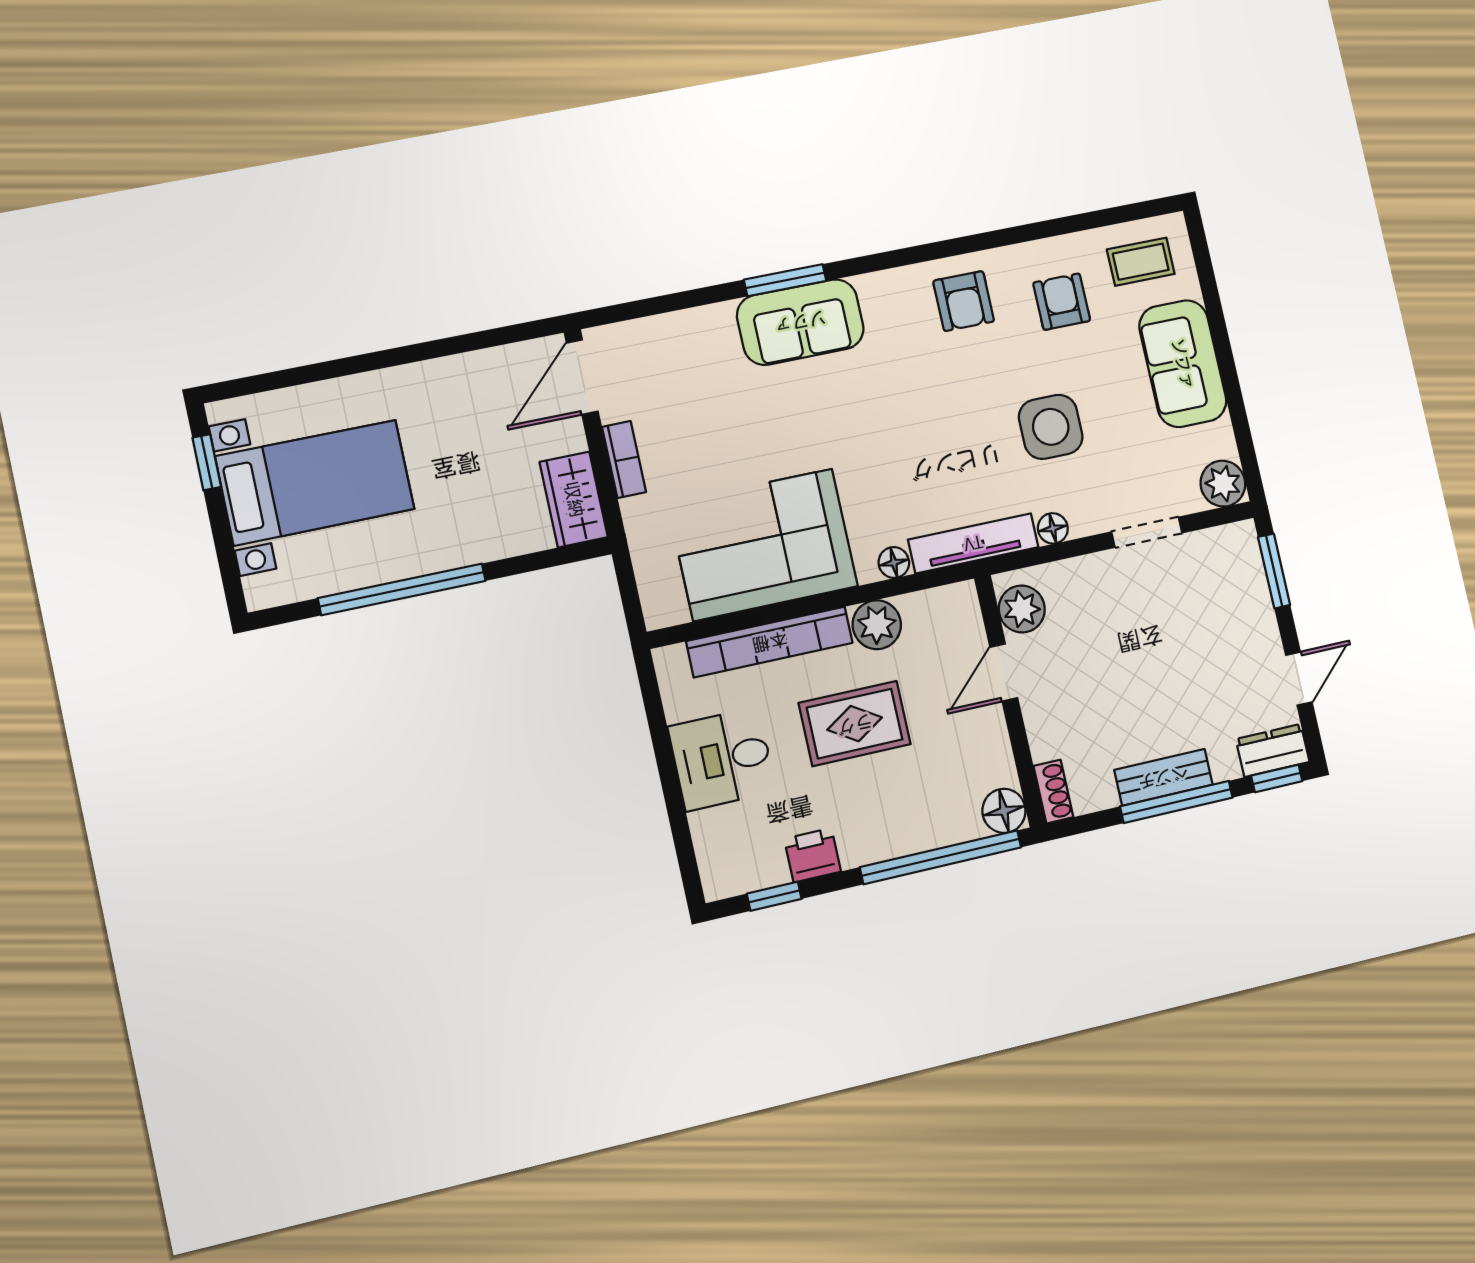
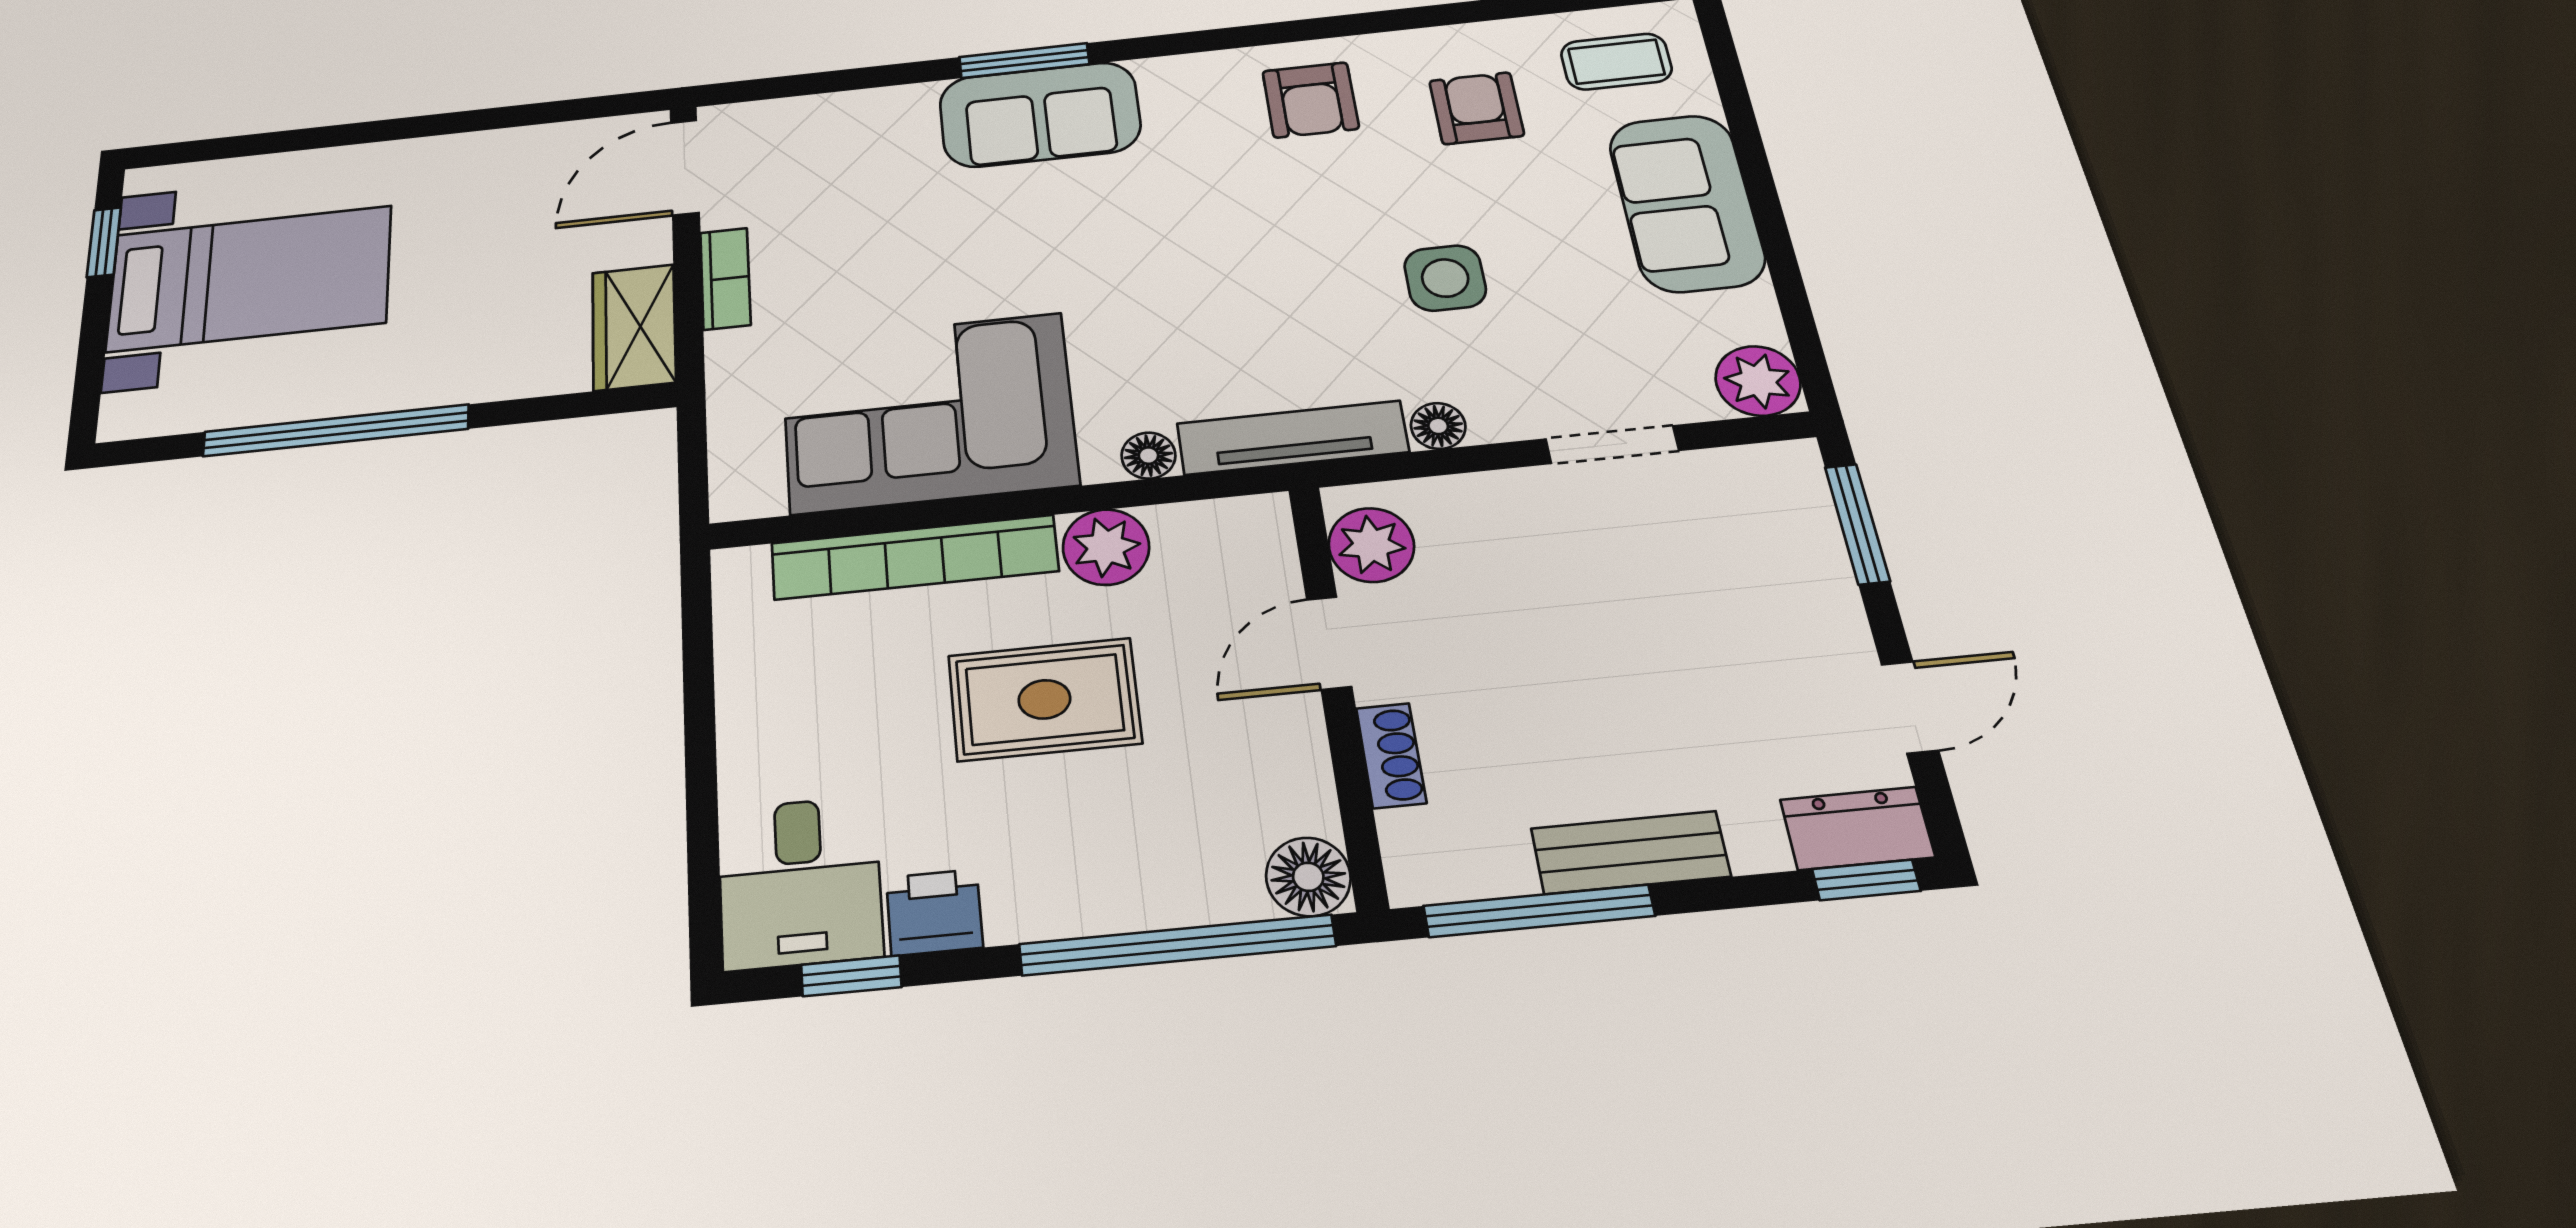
side table: (1051, 427) -> (1445, 278), width x0.73, depth x0.73
desk: (722, 759) -> (800, 882), moved, turned -90
shoe rack: (1053, 792) -> (1391, 755), moved
window: (1176, 802) -> (1539, 911), moved

